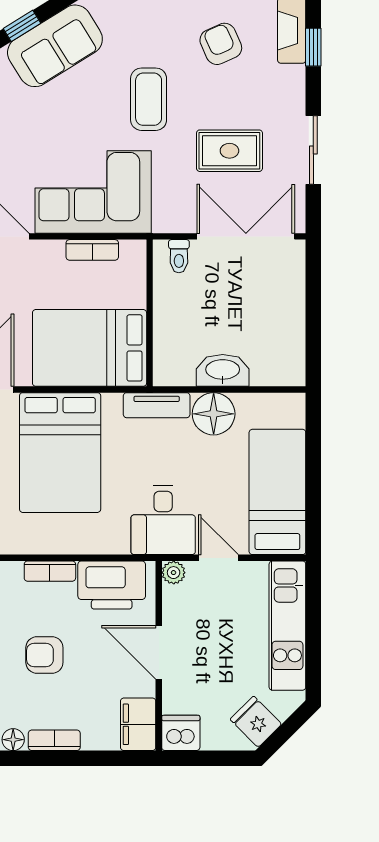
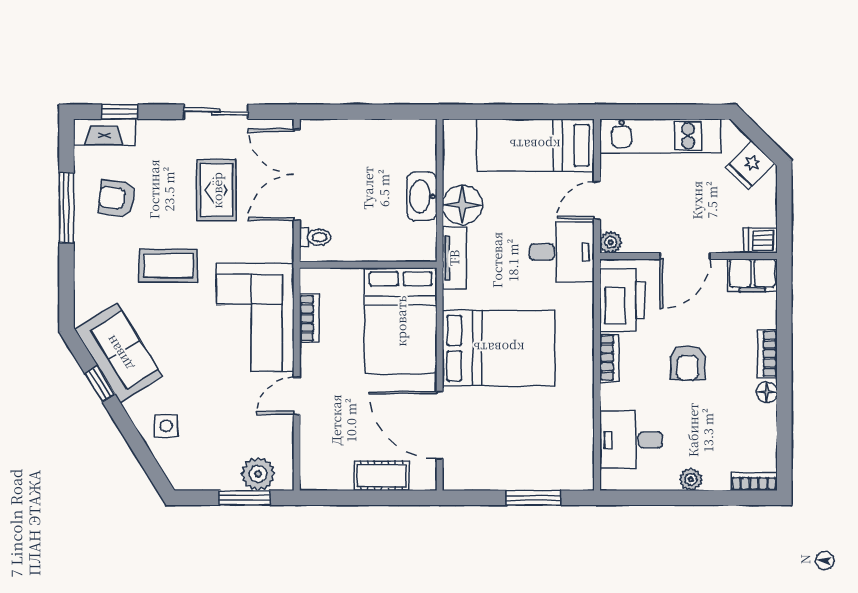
armchair: (221, 44) -> (117, 198), turned 31
dishwasher: (181, 733) -> (760, 240), width x0.73

